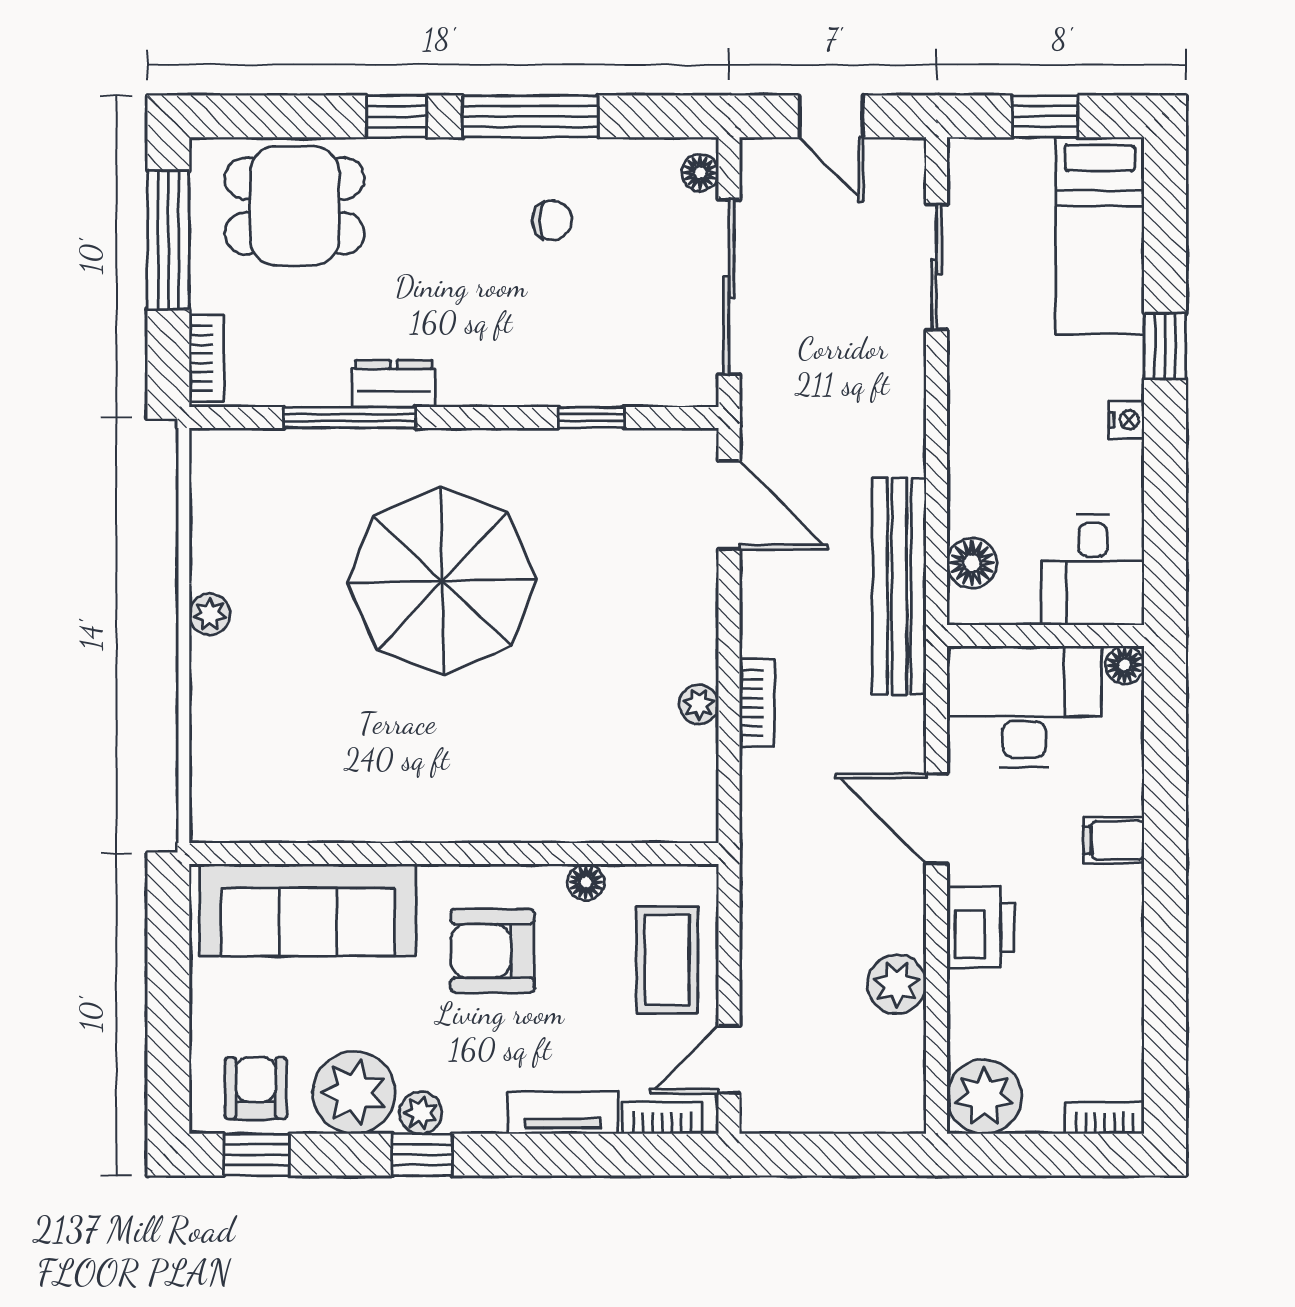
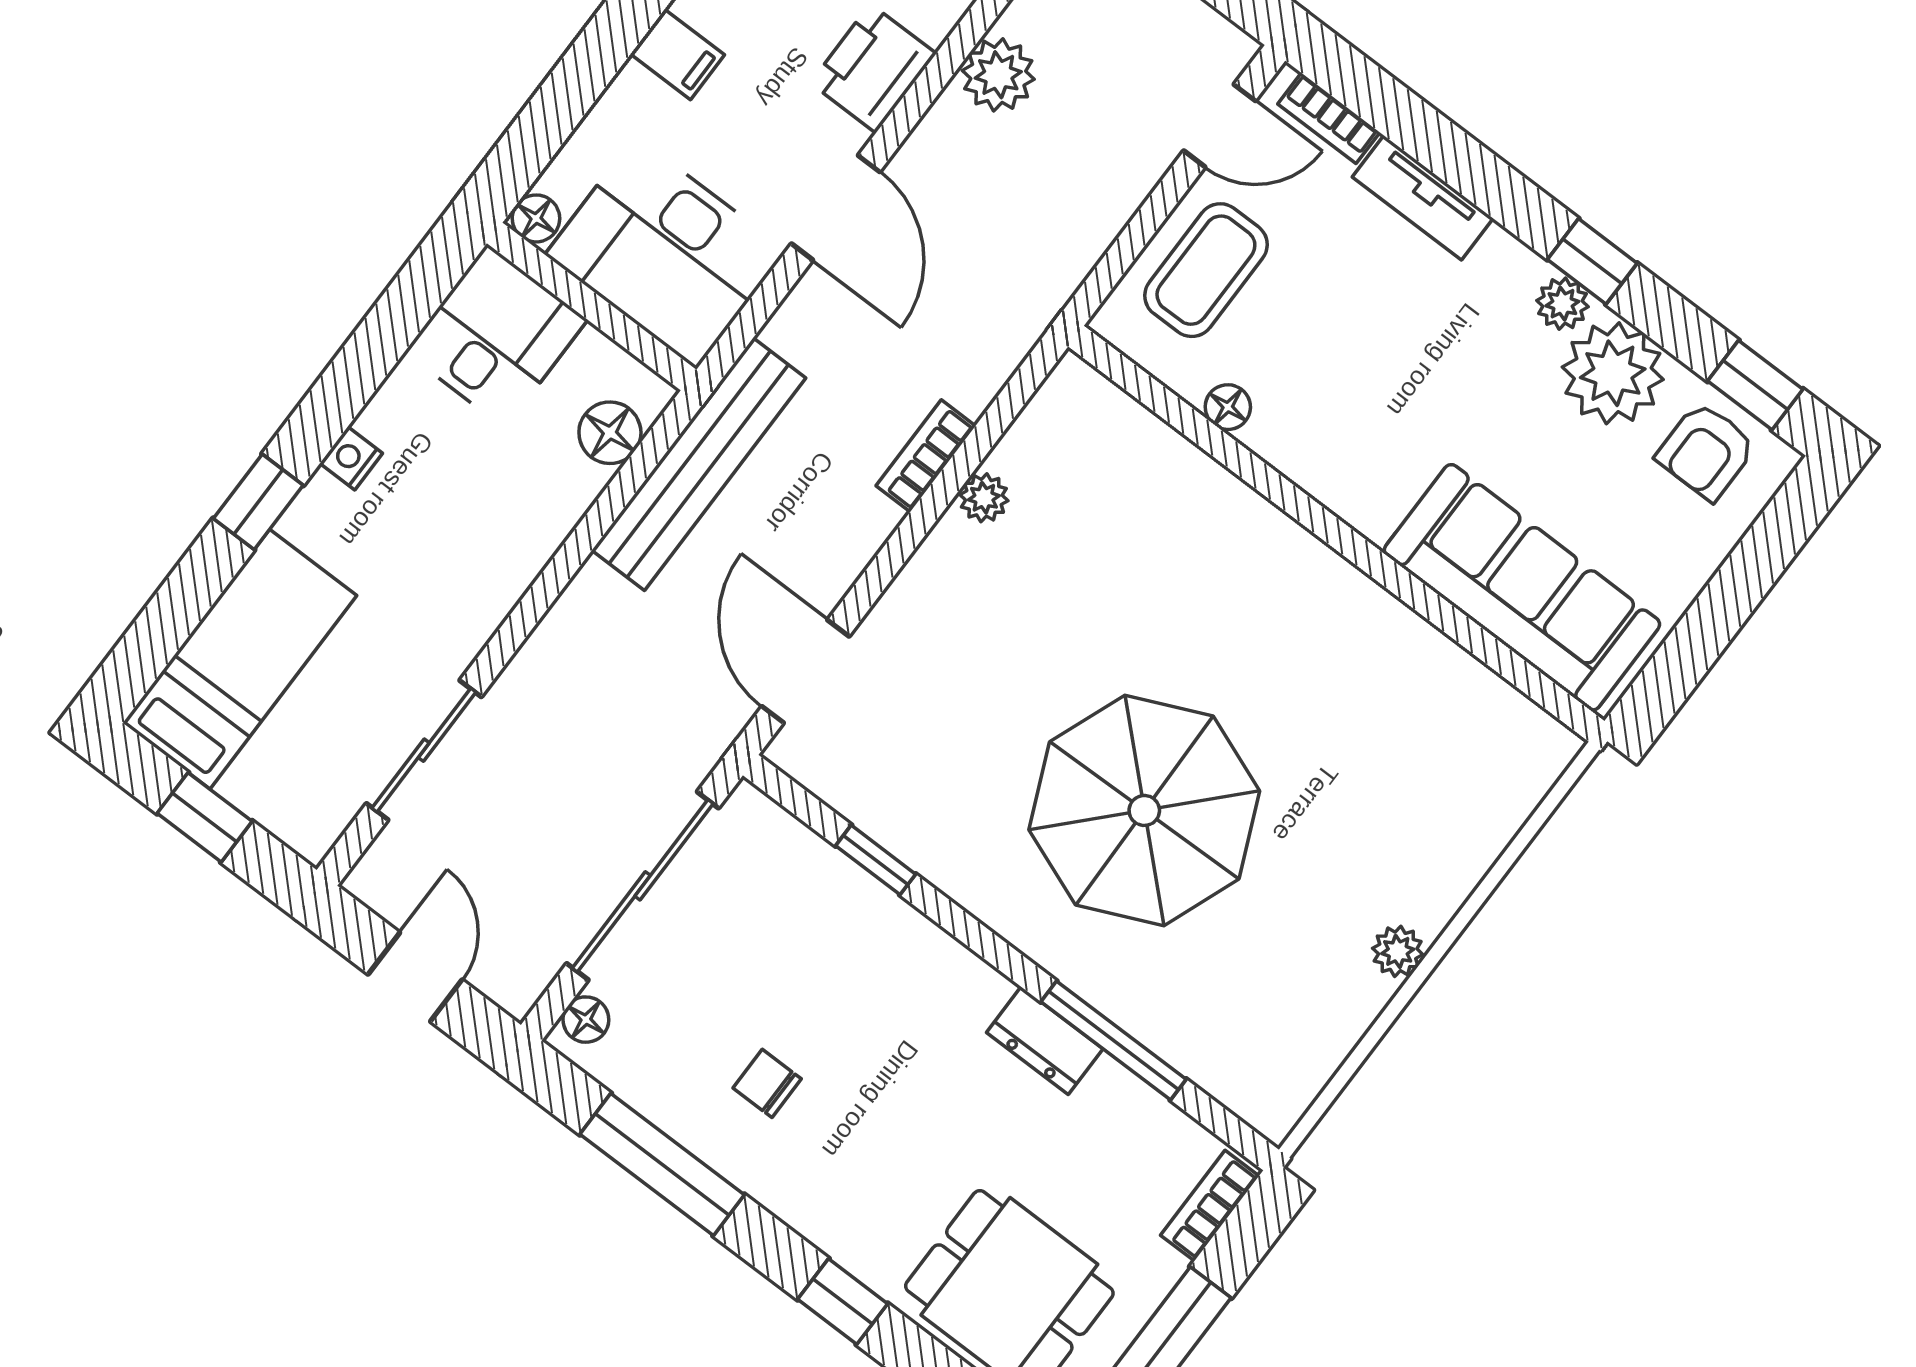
window: (530, 116) -> (662, 1165), moved
armchair: (493, 951) -> (1371, 409), removed

